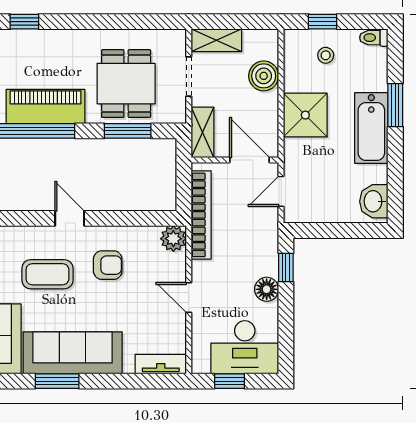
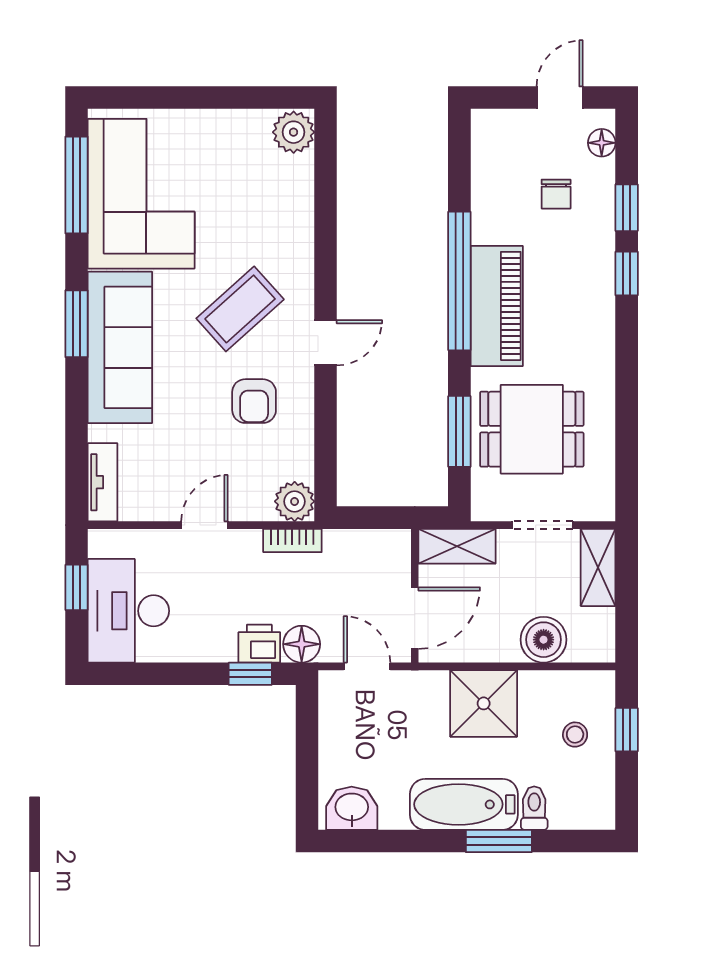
toilet: (374, 38) -> (534, 808), moved
bookcase: (201, 215) -> (292, 540), width x0.43, depth x0.76
printer: (266, 262) -> (259, 644), added
coffee table: (47, 274) -> (240, 309), turned 48
floor lamp: (267, 289) -> (302, 644), moved

